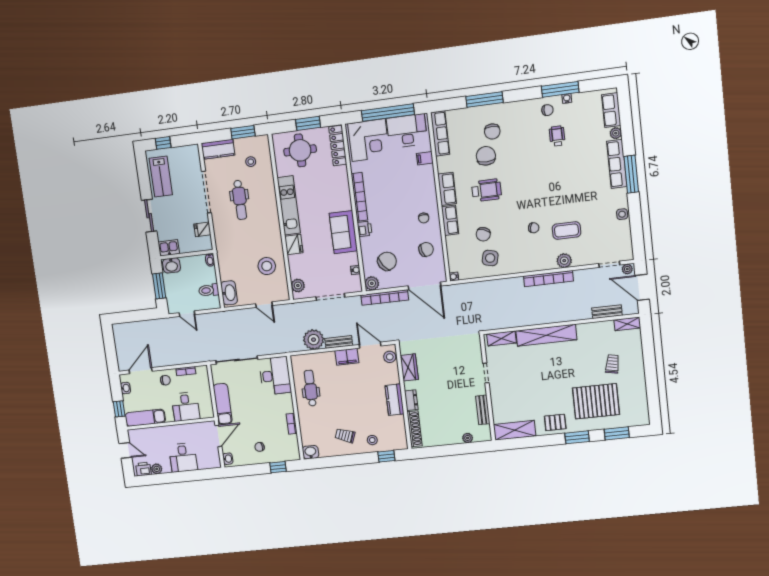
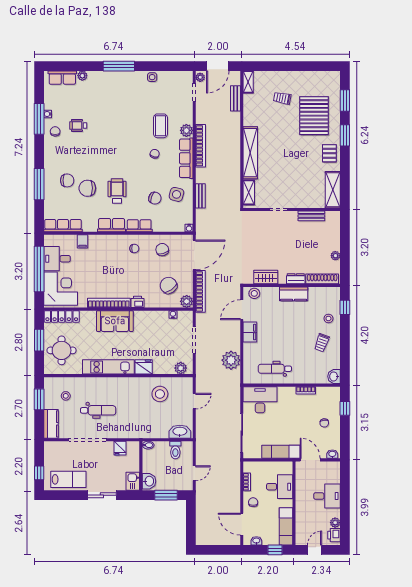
desk: (407, 131) -> (57, 259), width x0.73
row of seats: (617, 164) -> (186, 158), moved, turned 90
sofa: (343, 232) -> (115, 321), moved
bench: (339, 342) -> (200, 196), moved
plant: (468, 438) -> (335, 256), moved

